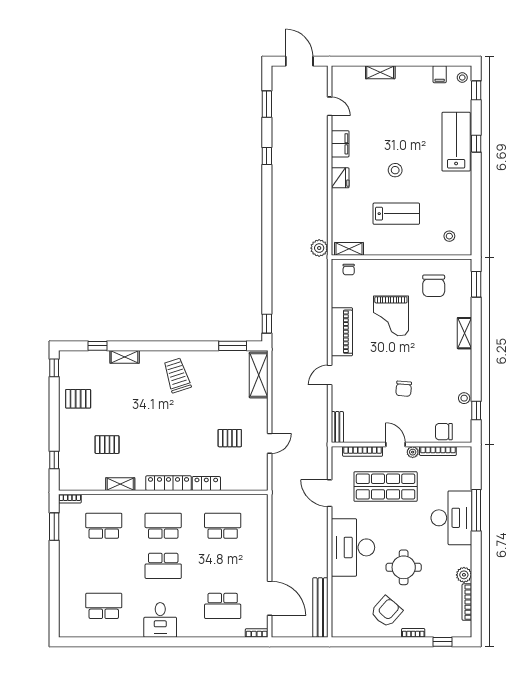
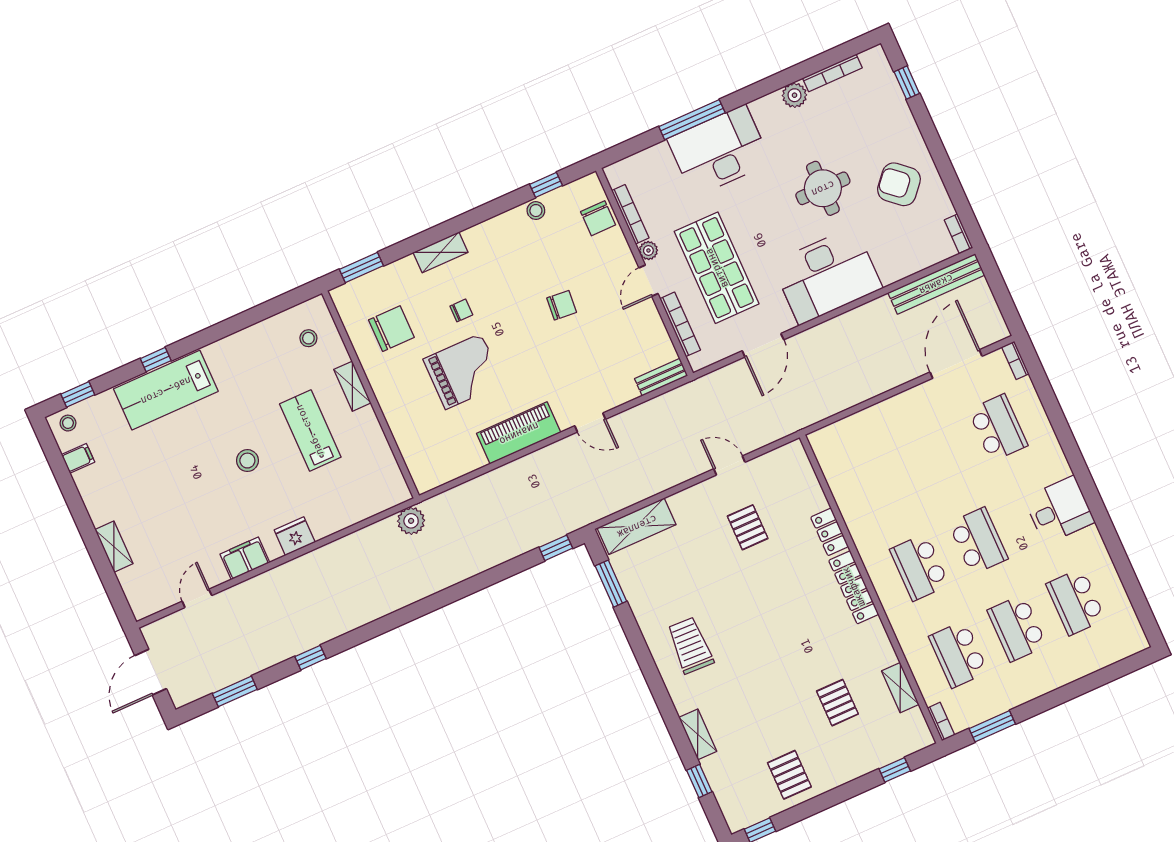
shelving: (349, 249) -> (352, 386), moved
chair: (349, 270) -> (461, 310), moved
trolley: (177, 375) -> (690, 645), turned 110
shelving: (120, 484) -> (900, 688), moved
school desk: (223, 526) -> (1017, 628), moved
bookcase: (413, 633) -> (958, 234), moved

